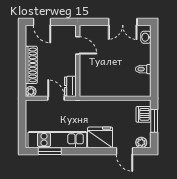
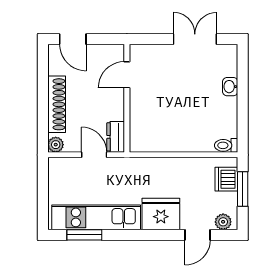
double door: (123, 22) -> (195, 39), swing flipped
washbasin: (146, 37) -> (230, 87), moved
door: (78, 45) -> (127, 75), swing flipped
toilet: (143, 69) -> (226, 145), moved
door: (124, 151) -> (198, 235), hinge flipped

